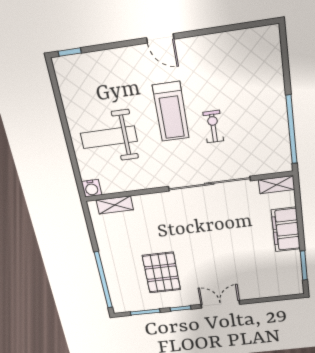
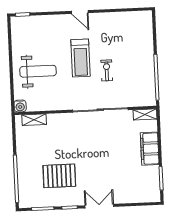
weight bench: (109, 137) -> (38, 71), turned 180
pallet: (161, 273) -> (59, 176), turned 90

